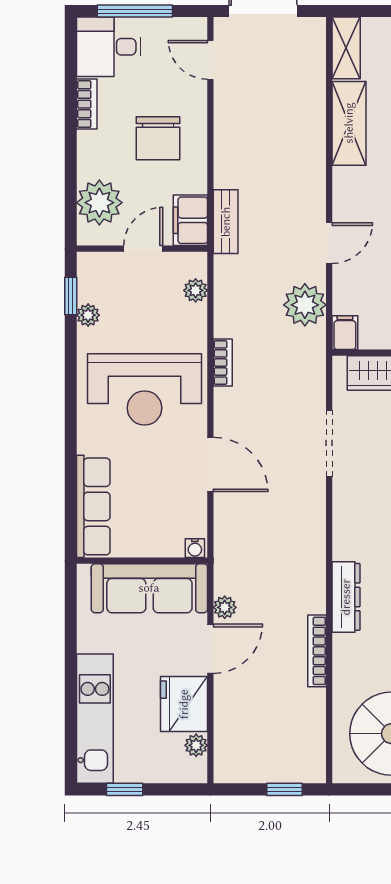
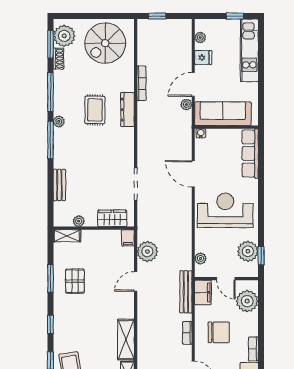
chair: (158, 138) -> (219, 332), turned 90
bench: (226, 222) -> (186, 292), width x1.36
door: (143, 249) -> (226, 279), hinge flipped
plant: (88, 315) -> (248, 251), width x1.88, depth x1.88
bookcase: (223, 362) -> (187, 333), moved
fridge: (184, 704) -> (203, 58), width x0.53, depth x0.75

